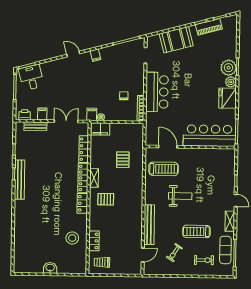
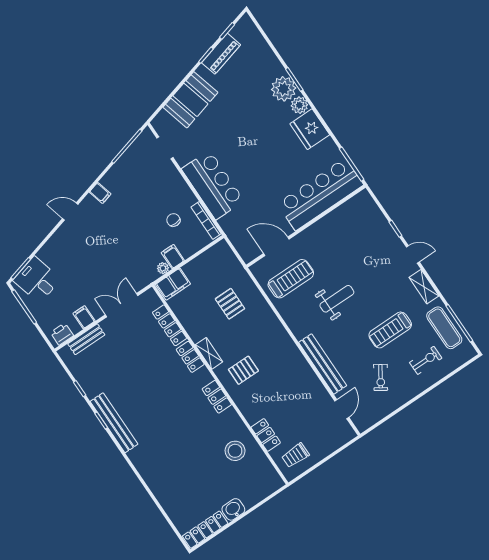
filing cabinet: (92, 114) -> (173, 257), moved
locker: (83, 178) -> (190, 357), width x0.66
locker: (28, 268) -> (205, 530), added

